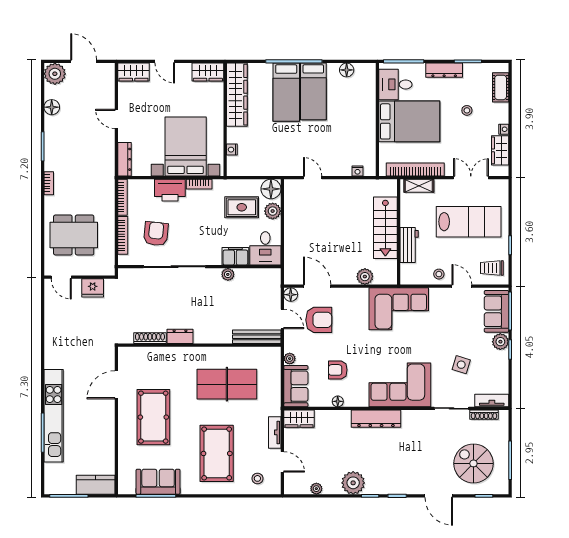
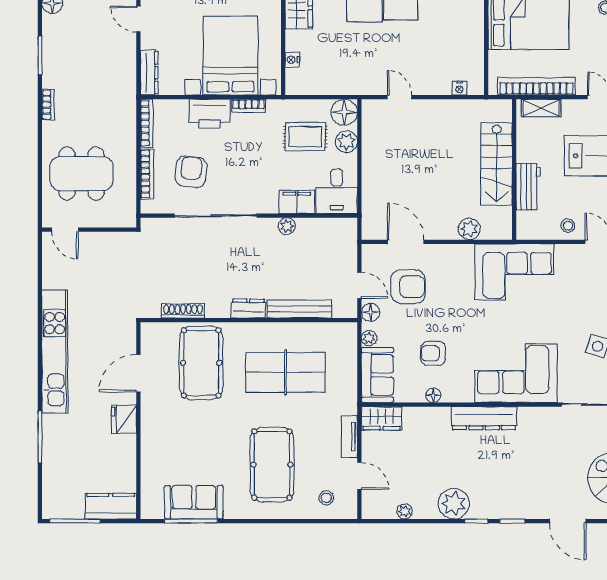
fridge: (93, 288) -> (124, 419), moved, turned 90
floor lamp: (291, 295) -> (371, 313), moved
dresser: (180, 336) -> (248, 309), moved
bench: (257, 337) -> (299, 309), moved
kitchen unit: (54, 416) -> (55, 351), moved
pool table: (153, 417) -> (201, 363), moved

